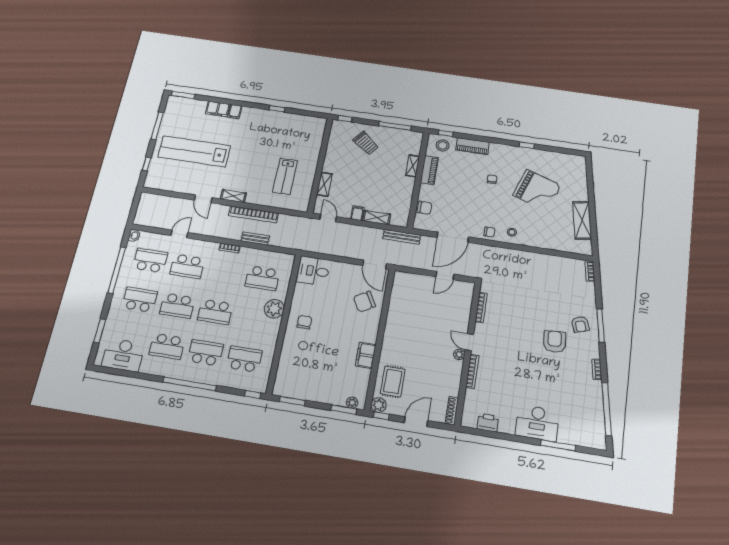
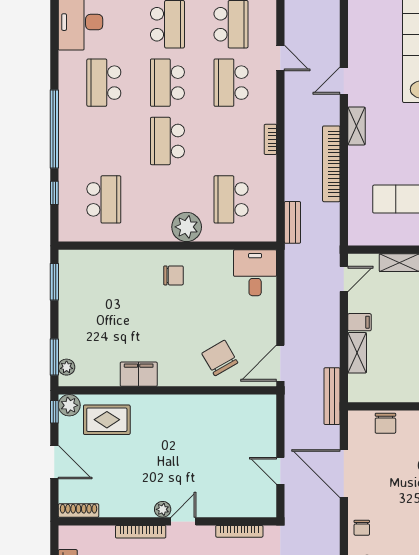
bench: (255, 238) -> (292, 222), moved
school desk: (206, 353) -> (104, 141), removed
window: (253, 394) -> (54, 193), moved

